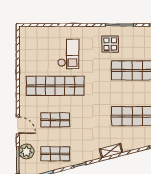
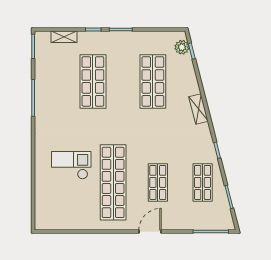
display table: (110, 44) -> (58, 110), removed
door: (18, 125) -> (150, 232), moved
plant: (26, 151) -> (199, 220), removed

